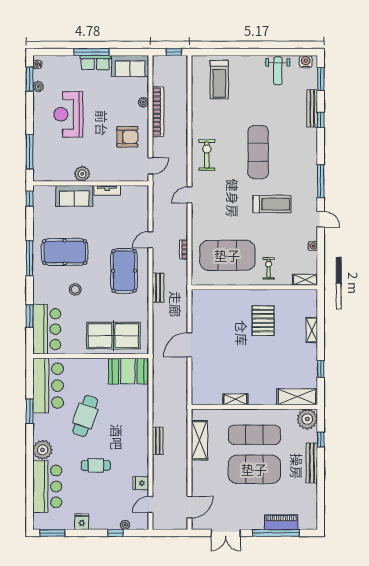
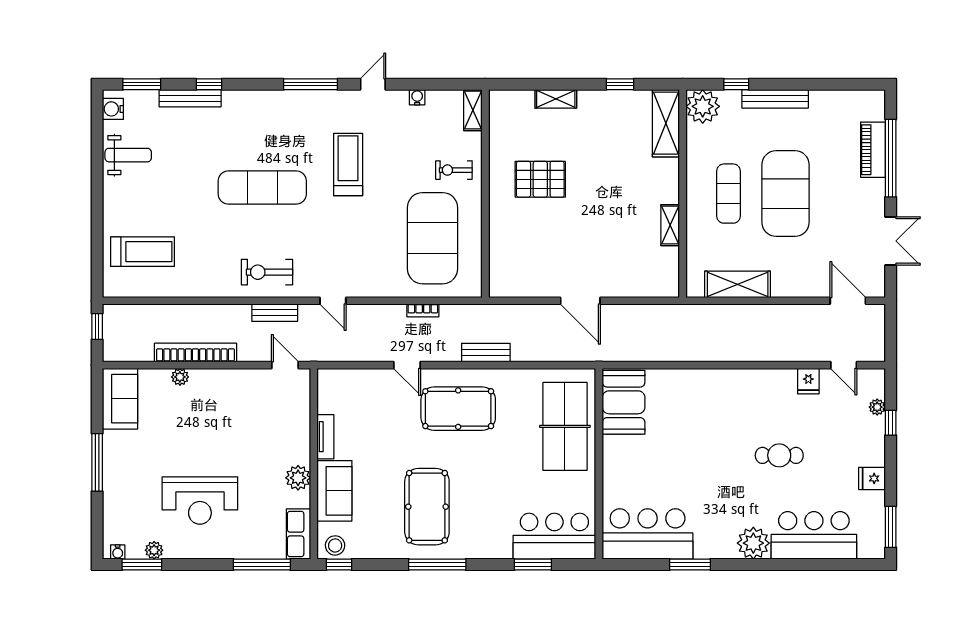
row of seats: (95, 63) -> (298, 534), moved, turned 180
armchair: (127, 137) -> (237, 403), removed
stool: (75, 289) -> (335, 545), moved
cafe table: (85, 416) -> (698, 473), removed
exercise mat: (254, 435) -> (728, 194), width x0.73, depth x0.69
bench: (158, 441) -> (275, 313), moved
cafe table: (96, 465) -> (779, 455), turned 90

